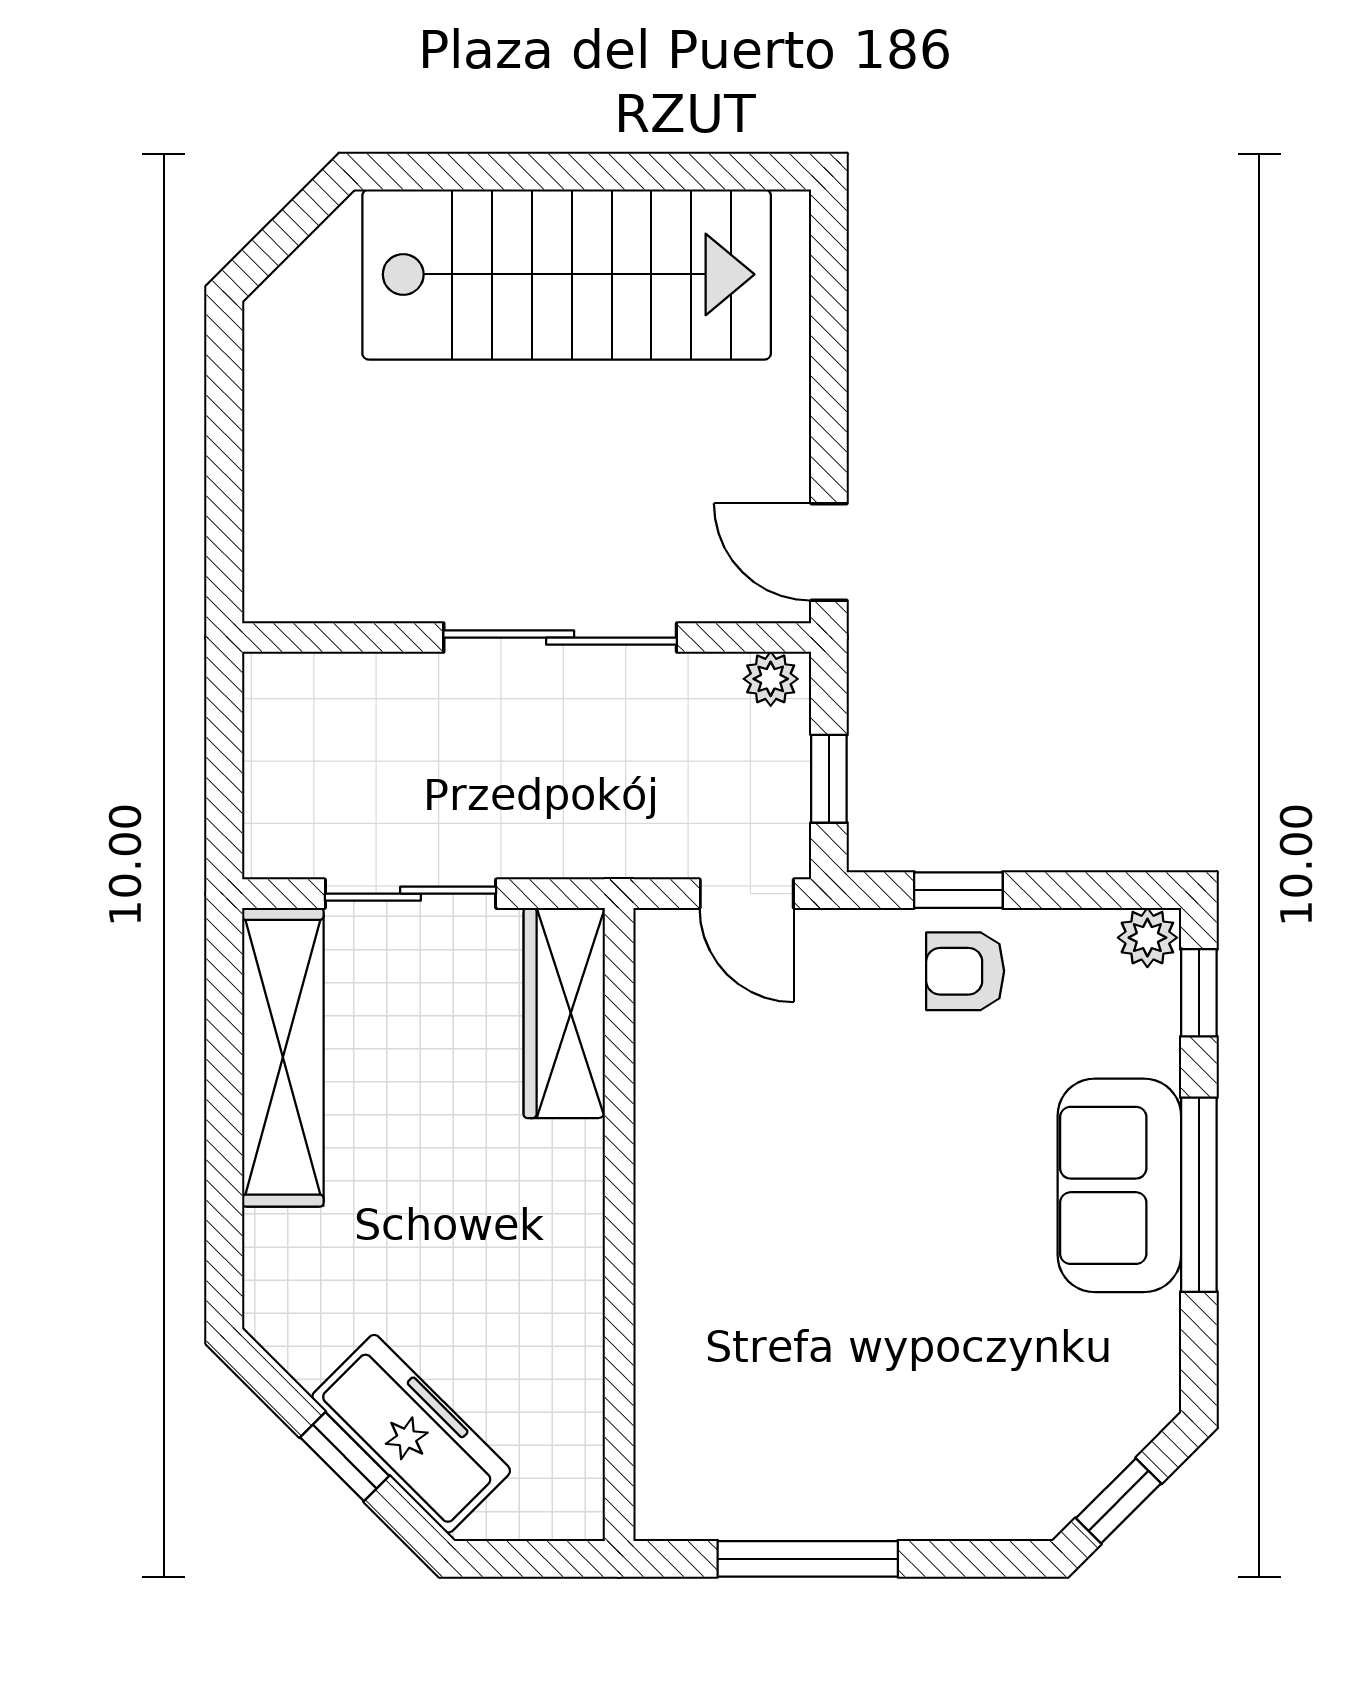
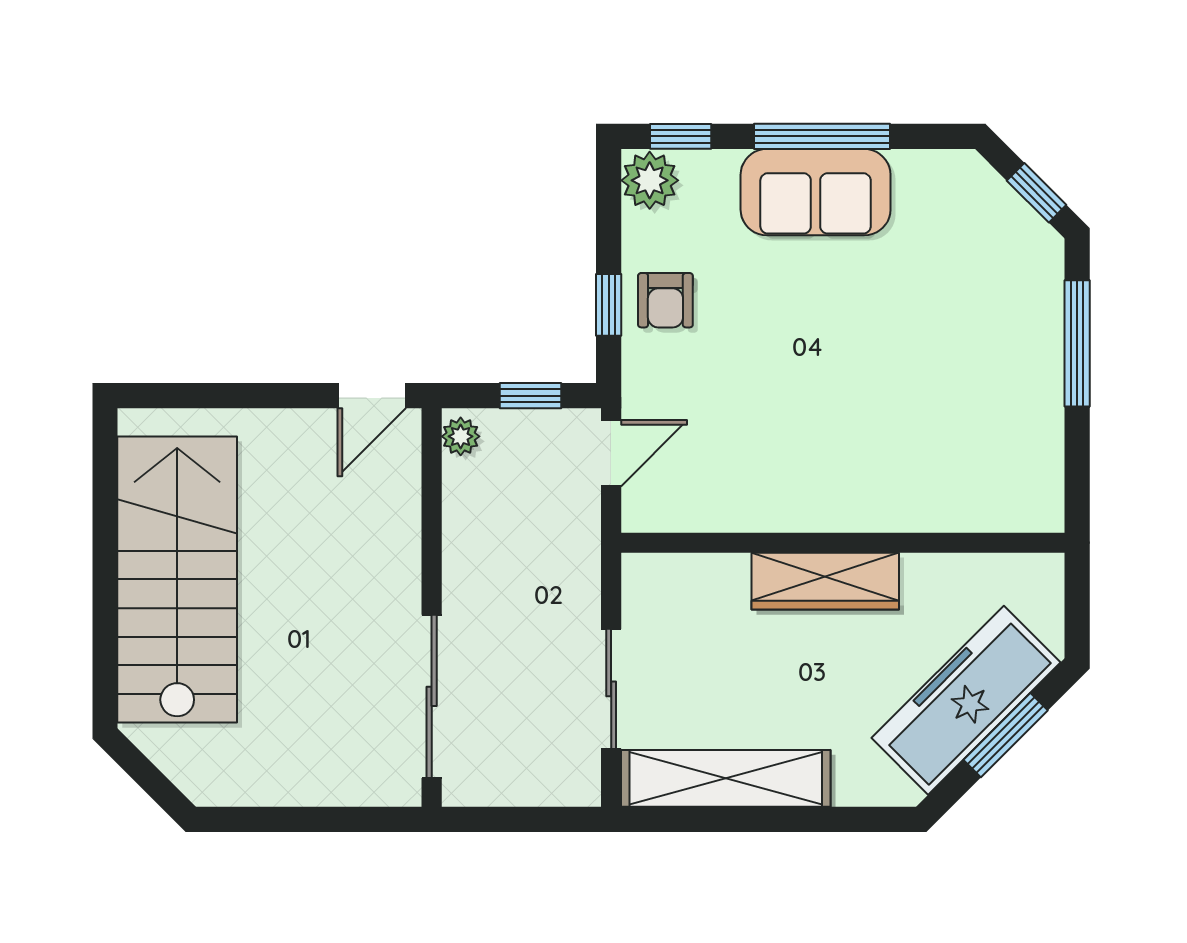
sliding door: (560, 638) -> (432, 696), moved
plant: (1147, 938) -> (650, 180), width x1.38, depth x1.38
wardrobe: (564, 1013) -> (825, 581), moved
freezer: (411, 1434) -> (966, 700), width x1.36, depth x1.26
window: (345, 1457) -> (1006, 735), width x1.50
window: (808, 1559) -> (1077, 343), moved

